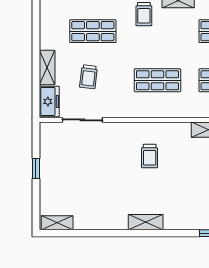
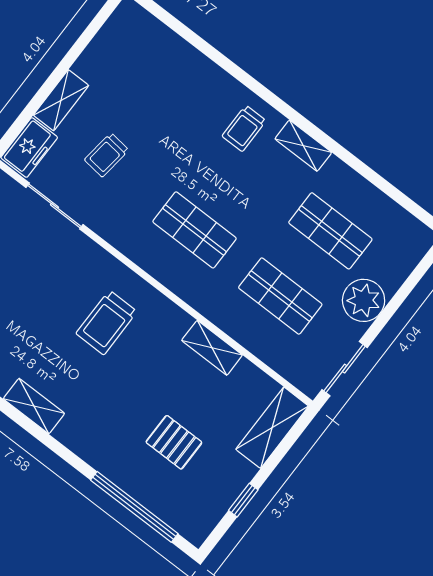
shop shelf: (93, 31) -> (159, 99), removed
trolley: (150, 156) -> (107, 323), width x1.36, depth x1.39

